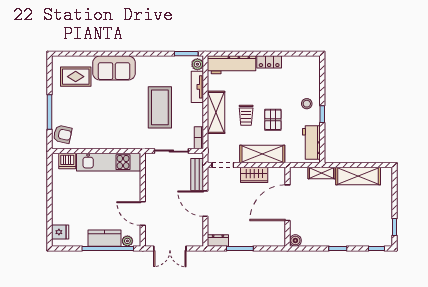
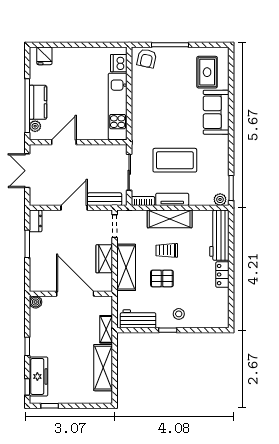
tv unit: (197, 87) -> (172, 199), moved
freezer: (367, 238) -> (39, 376), added

